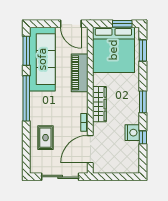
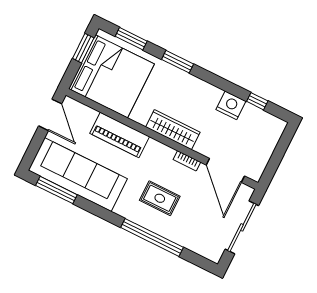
door: (71, 24) -> (50, 115), hinge flipped
window: (26, 98) -> (152, 237), moved
window: (143, 102) -> (178, 62), moved
window: (143, 137) -> (257, 101), moved
rug: (45, 138) -> (160, 198), moved

